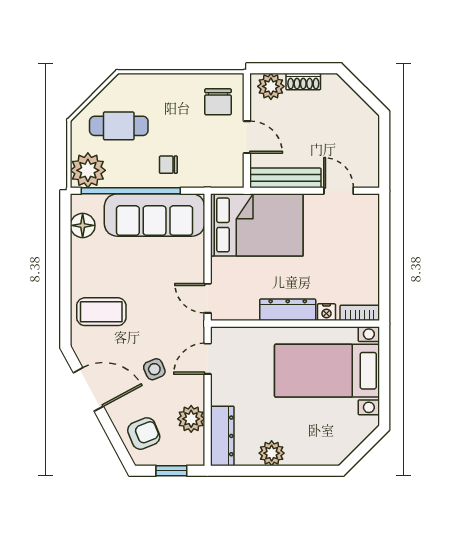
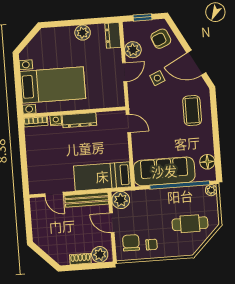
chair: (168, 165) -> (152, 245), moved
plant: (88, 170) -> (211, 190), width x0.53, depth x0.53
plant: (230, 173) -> (121, 200), added
bed: (257, 225) -> (102, 176), width x0.67
coffee table: (101, 312) -> (192, 110), turned 90
door: (208, 359) -> (125, 72), moved
dresser: (222, 436) -> (113, 35), width x0.70

